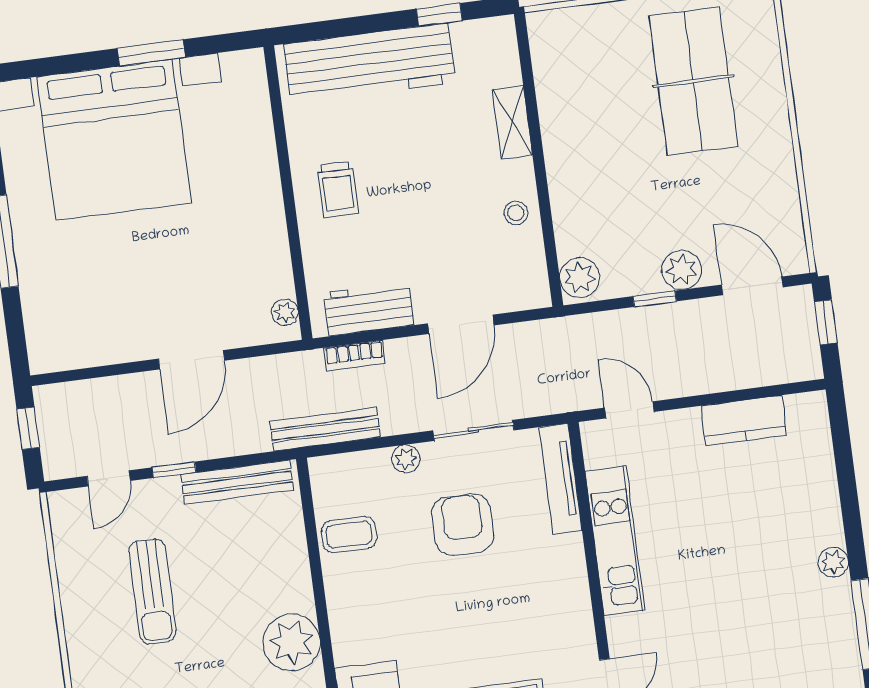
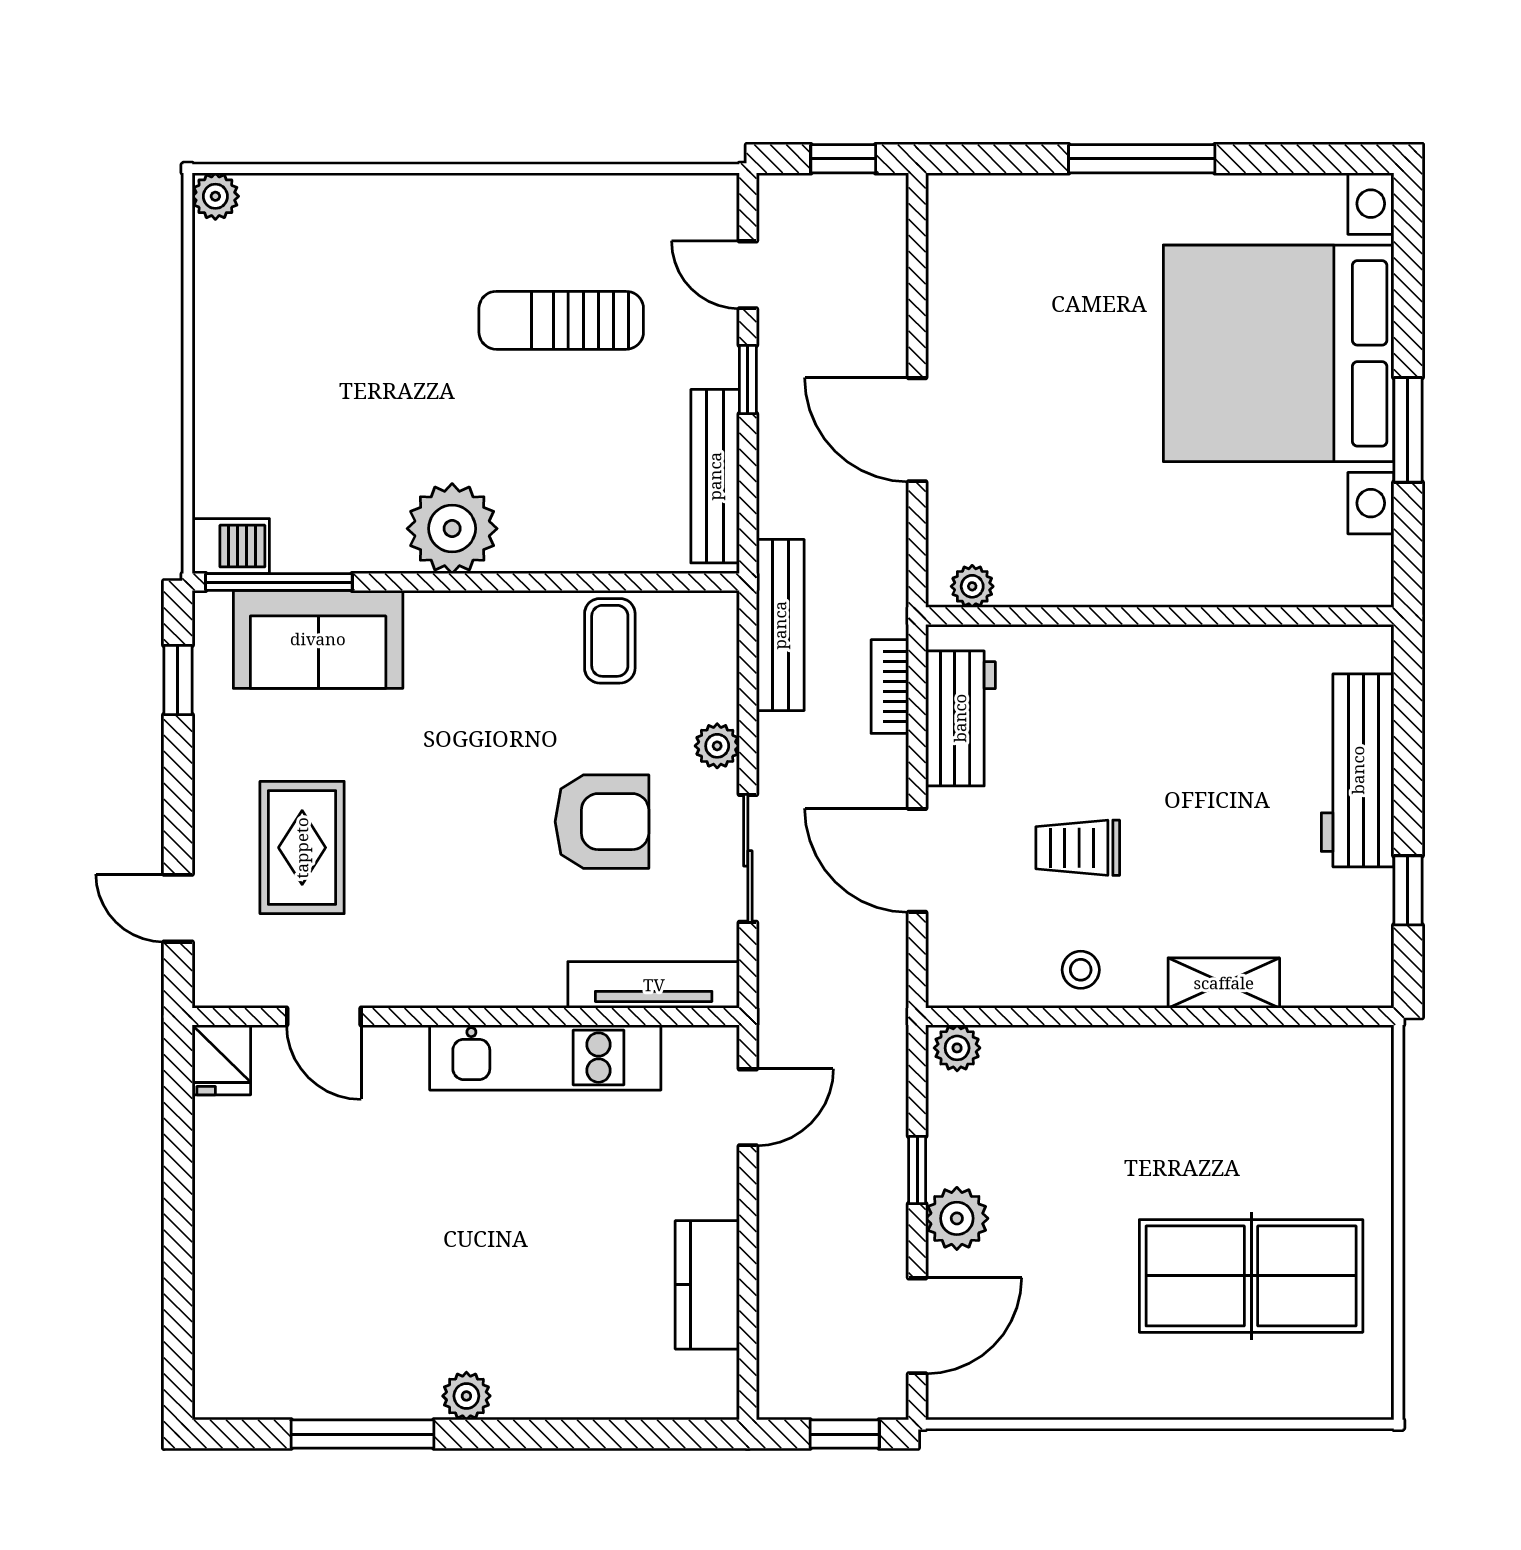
workbench: (369, 63) -> (1358, 770), width x0.73, depth x0.76
trolley: (338, 189) -> (1078, 848), moved
plant: (580, 278) -> (957, 1048), width x0.73, depth x0.73

